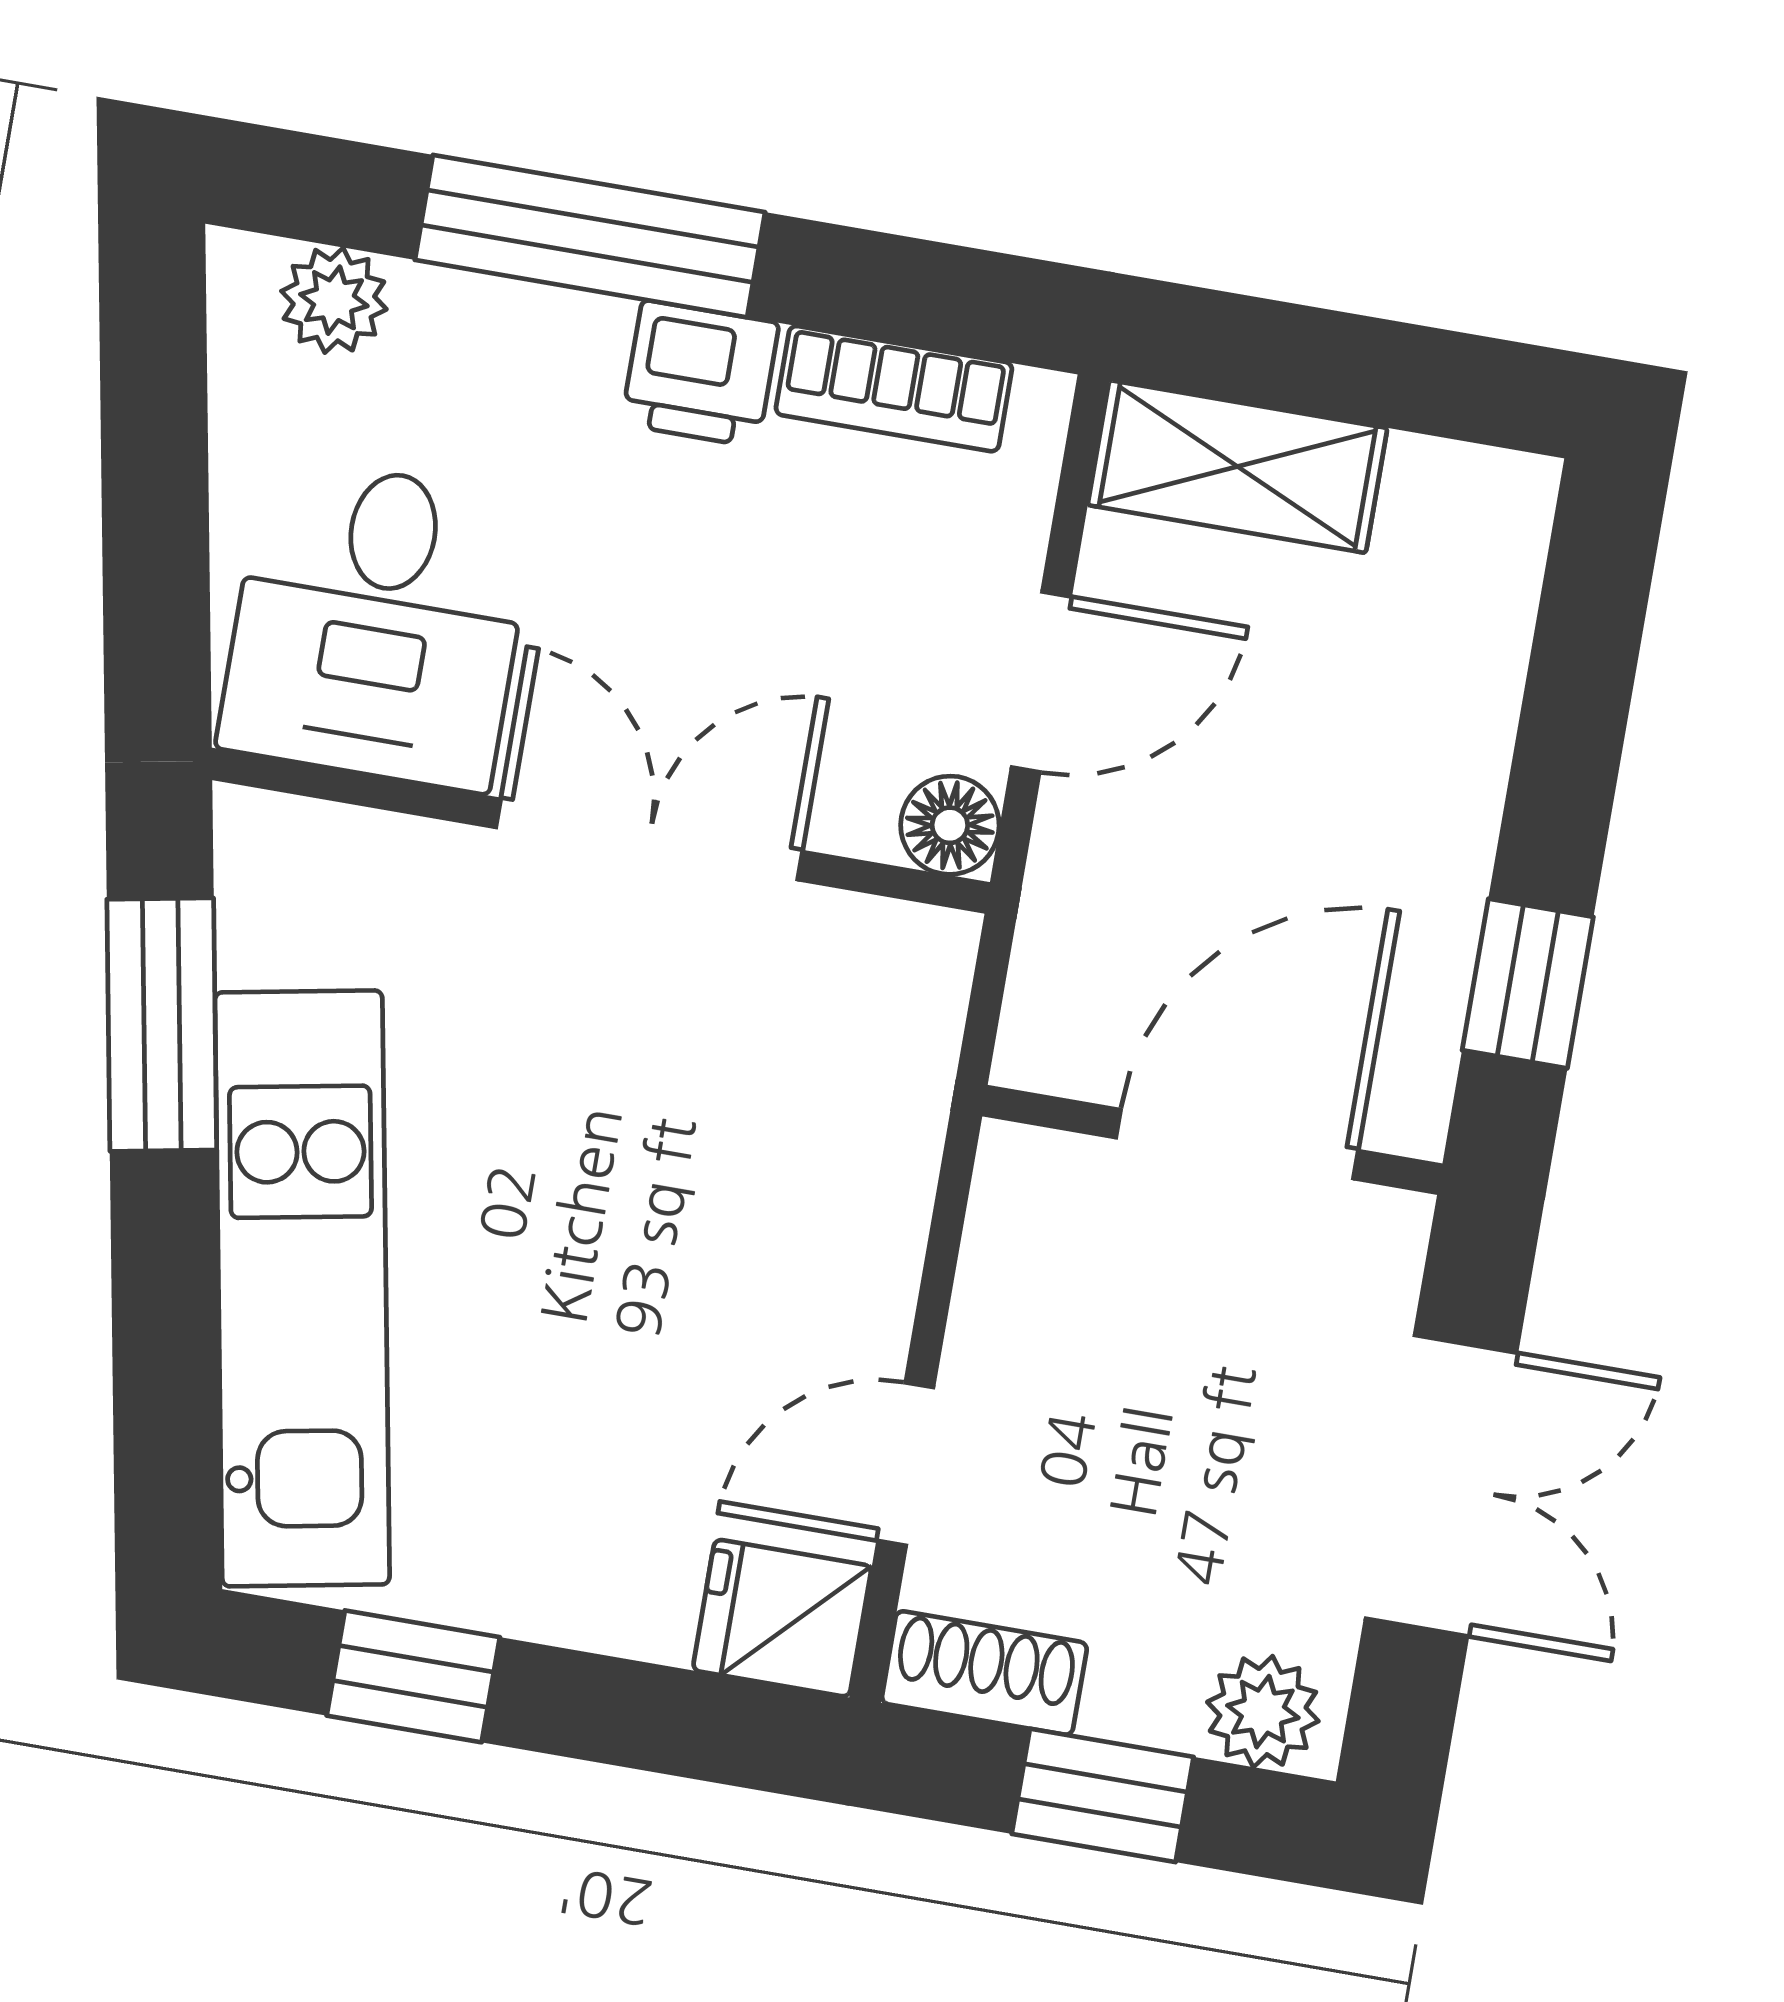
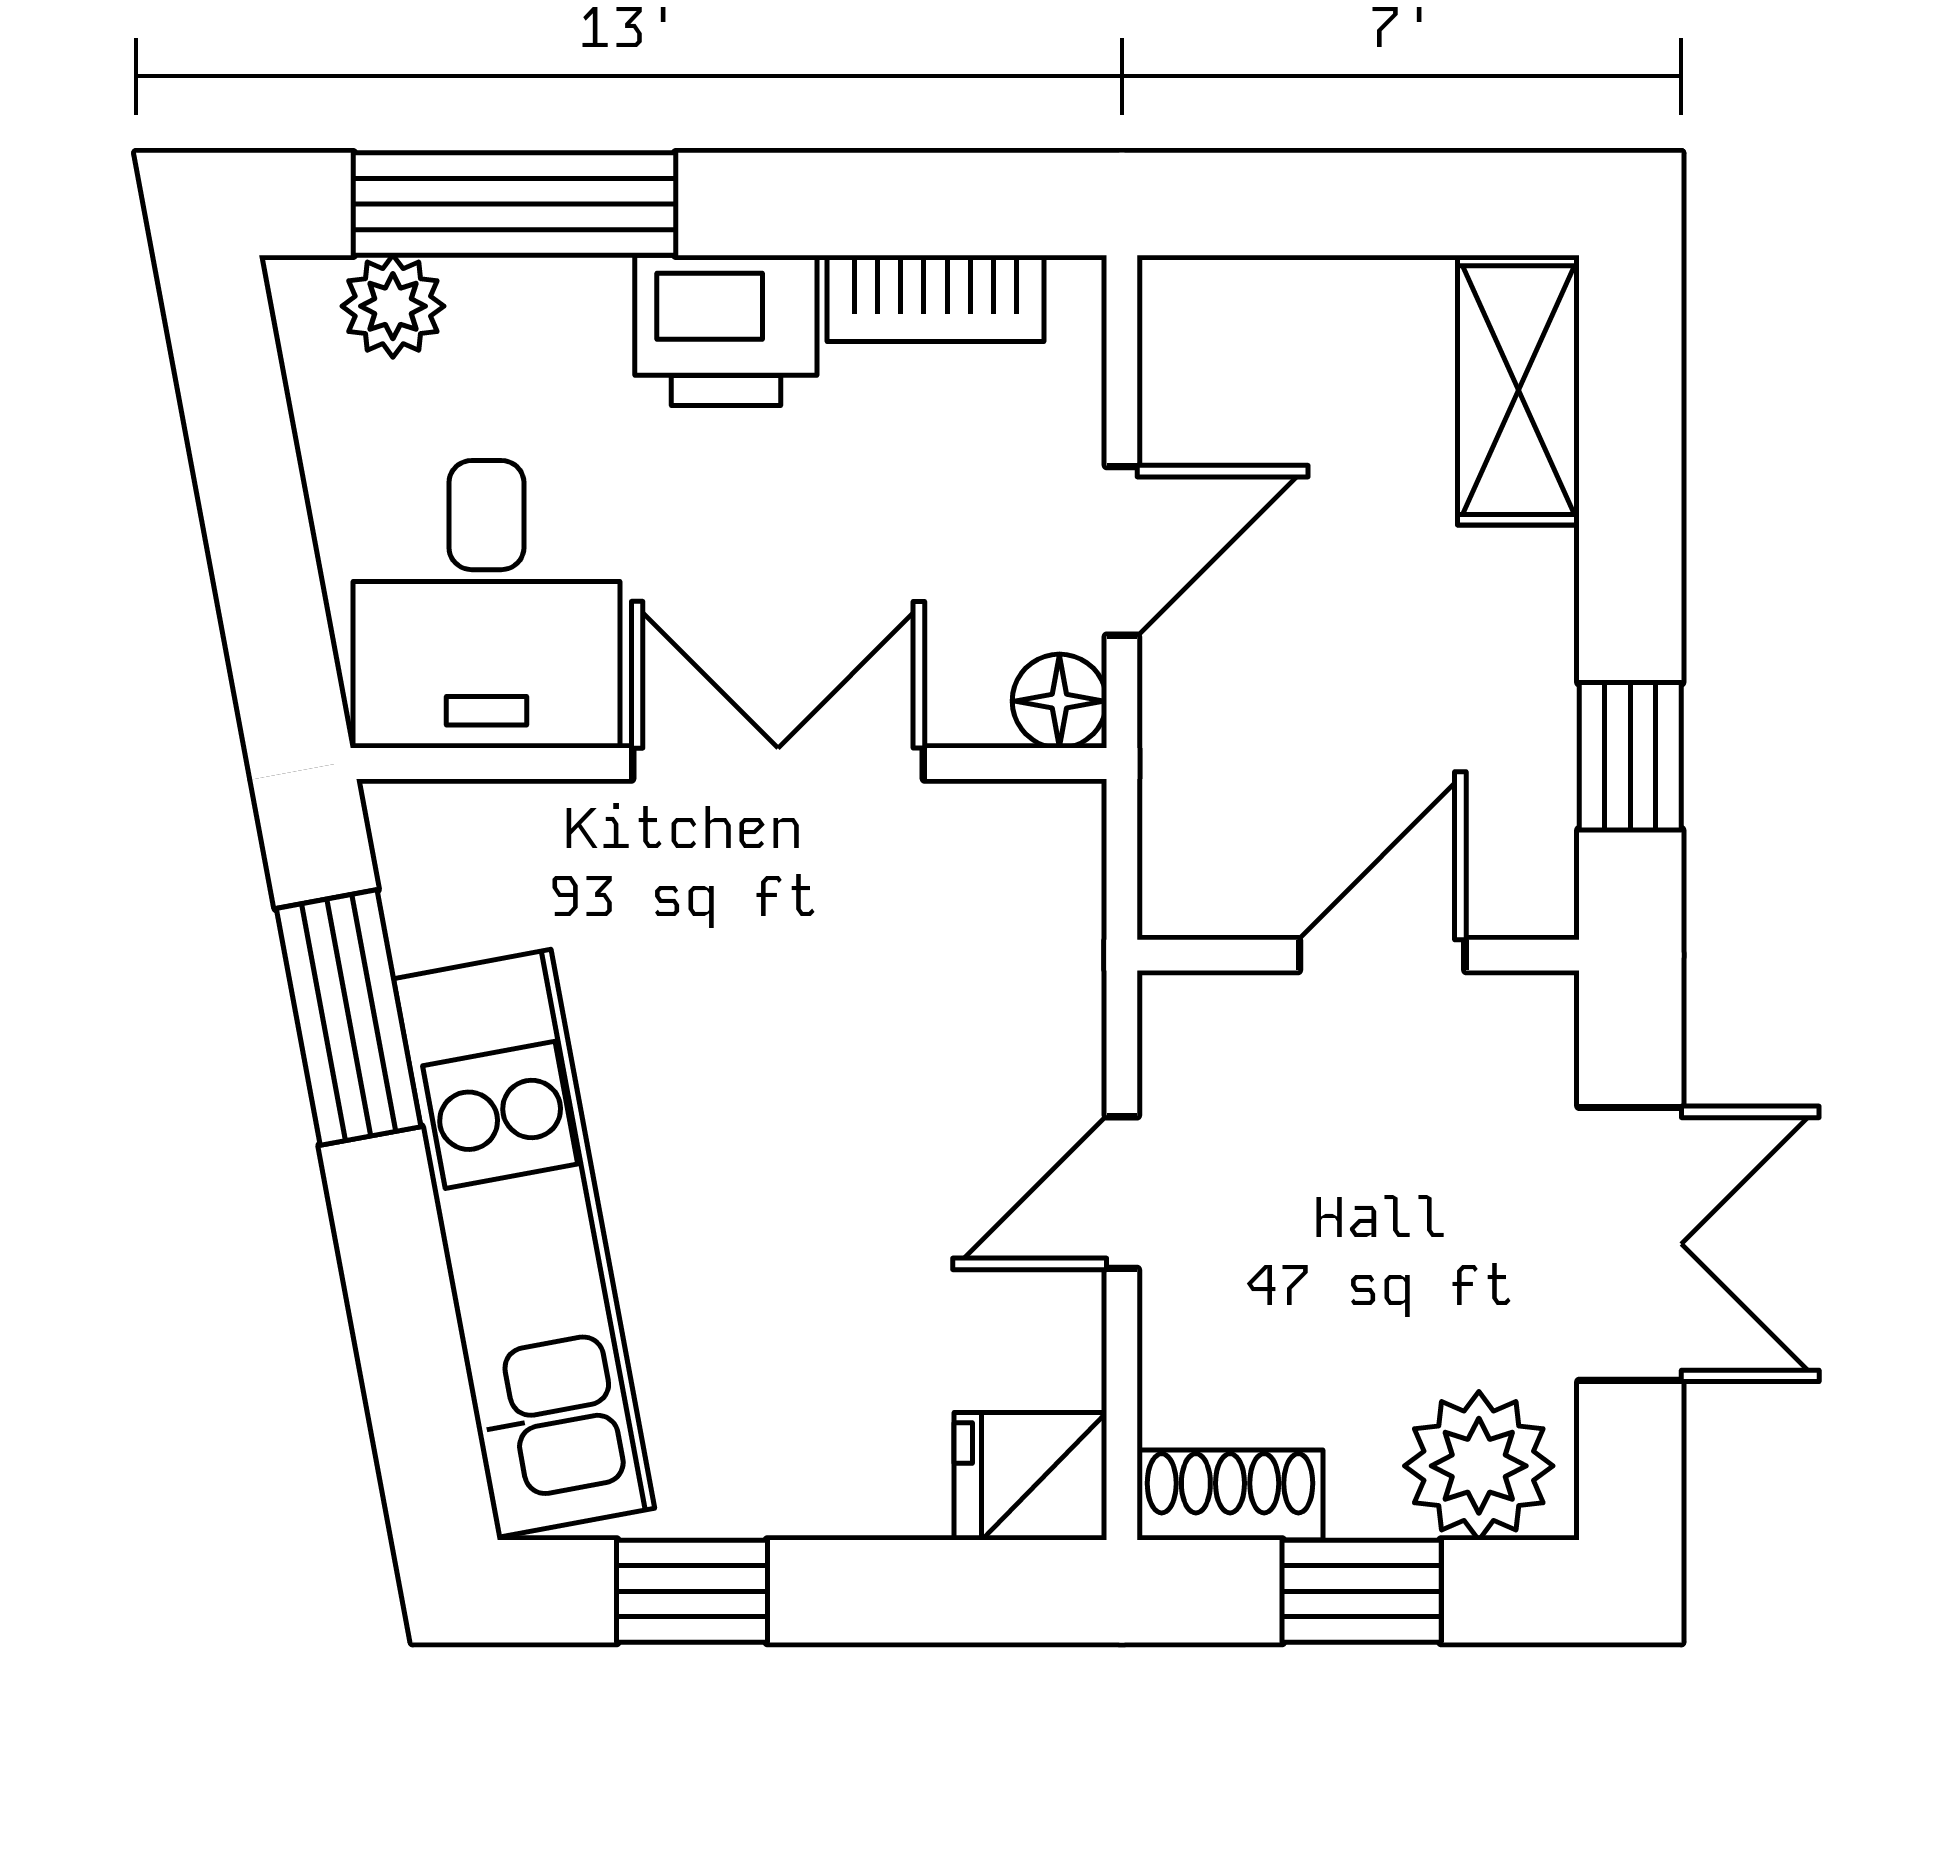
window: (590, 236) -> (514, 204), moved
printer: (700, 374) -> (726, 330), width x1.36, depth x1.24
shelving: (1237, 467) -> (1518, 390), moved, turned 90
door: (1237, 1144) -> (1382, 955), width x0.73
door: (906, 1464) -> (1122, 1193), moved
plant: (1263, 1712) -> (1479, 1466), width x1.38, depth x1.38

